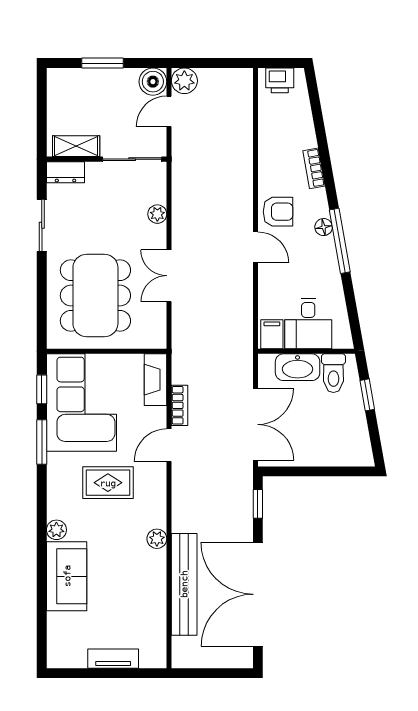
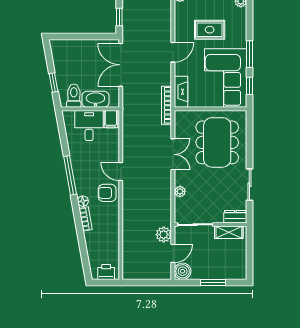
plant: (184, 81) -> (164, 235), moved
floor lamp: (324, 227) -> (83, 201), moved
bookcase: (180, 405) -> (167, 105), moved, width x1.56

